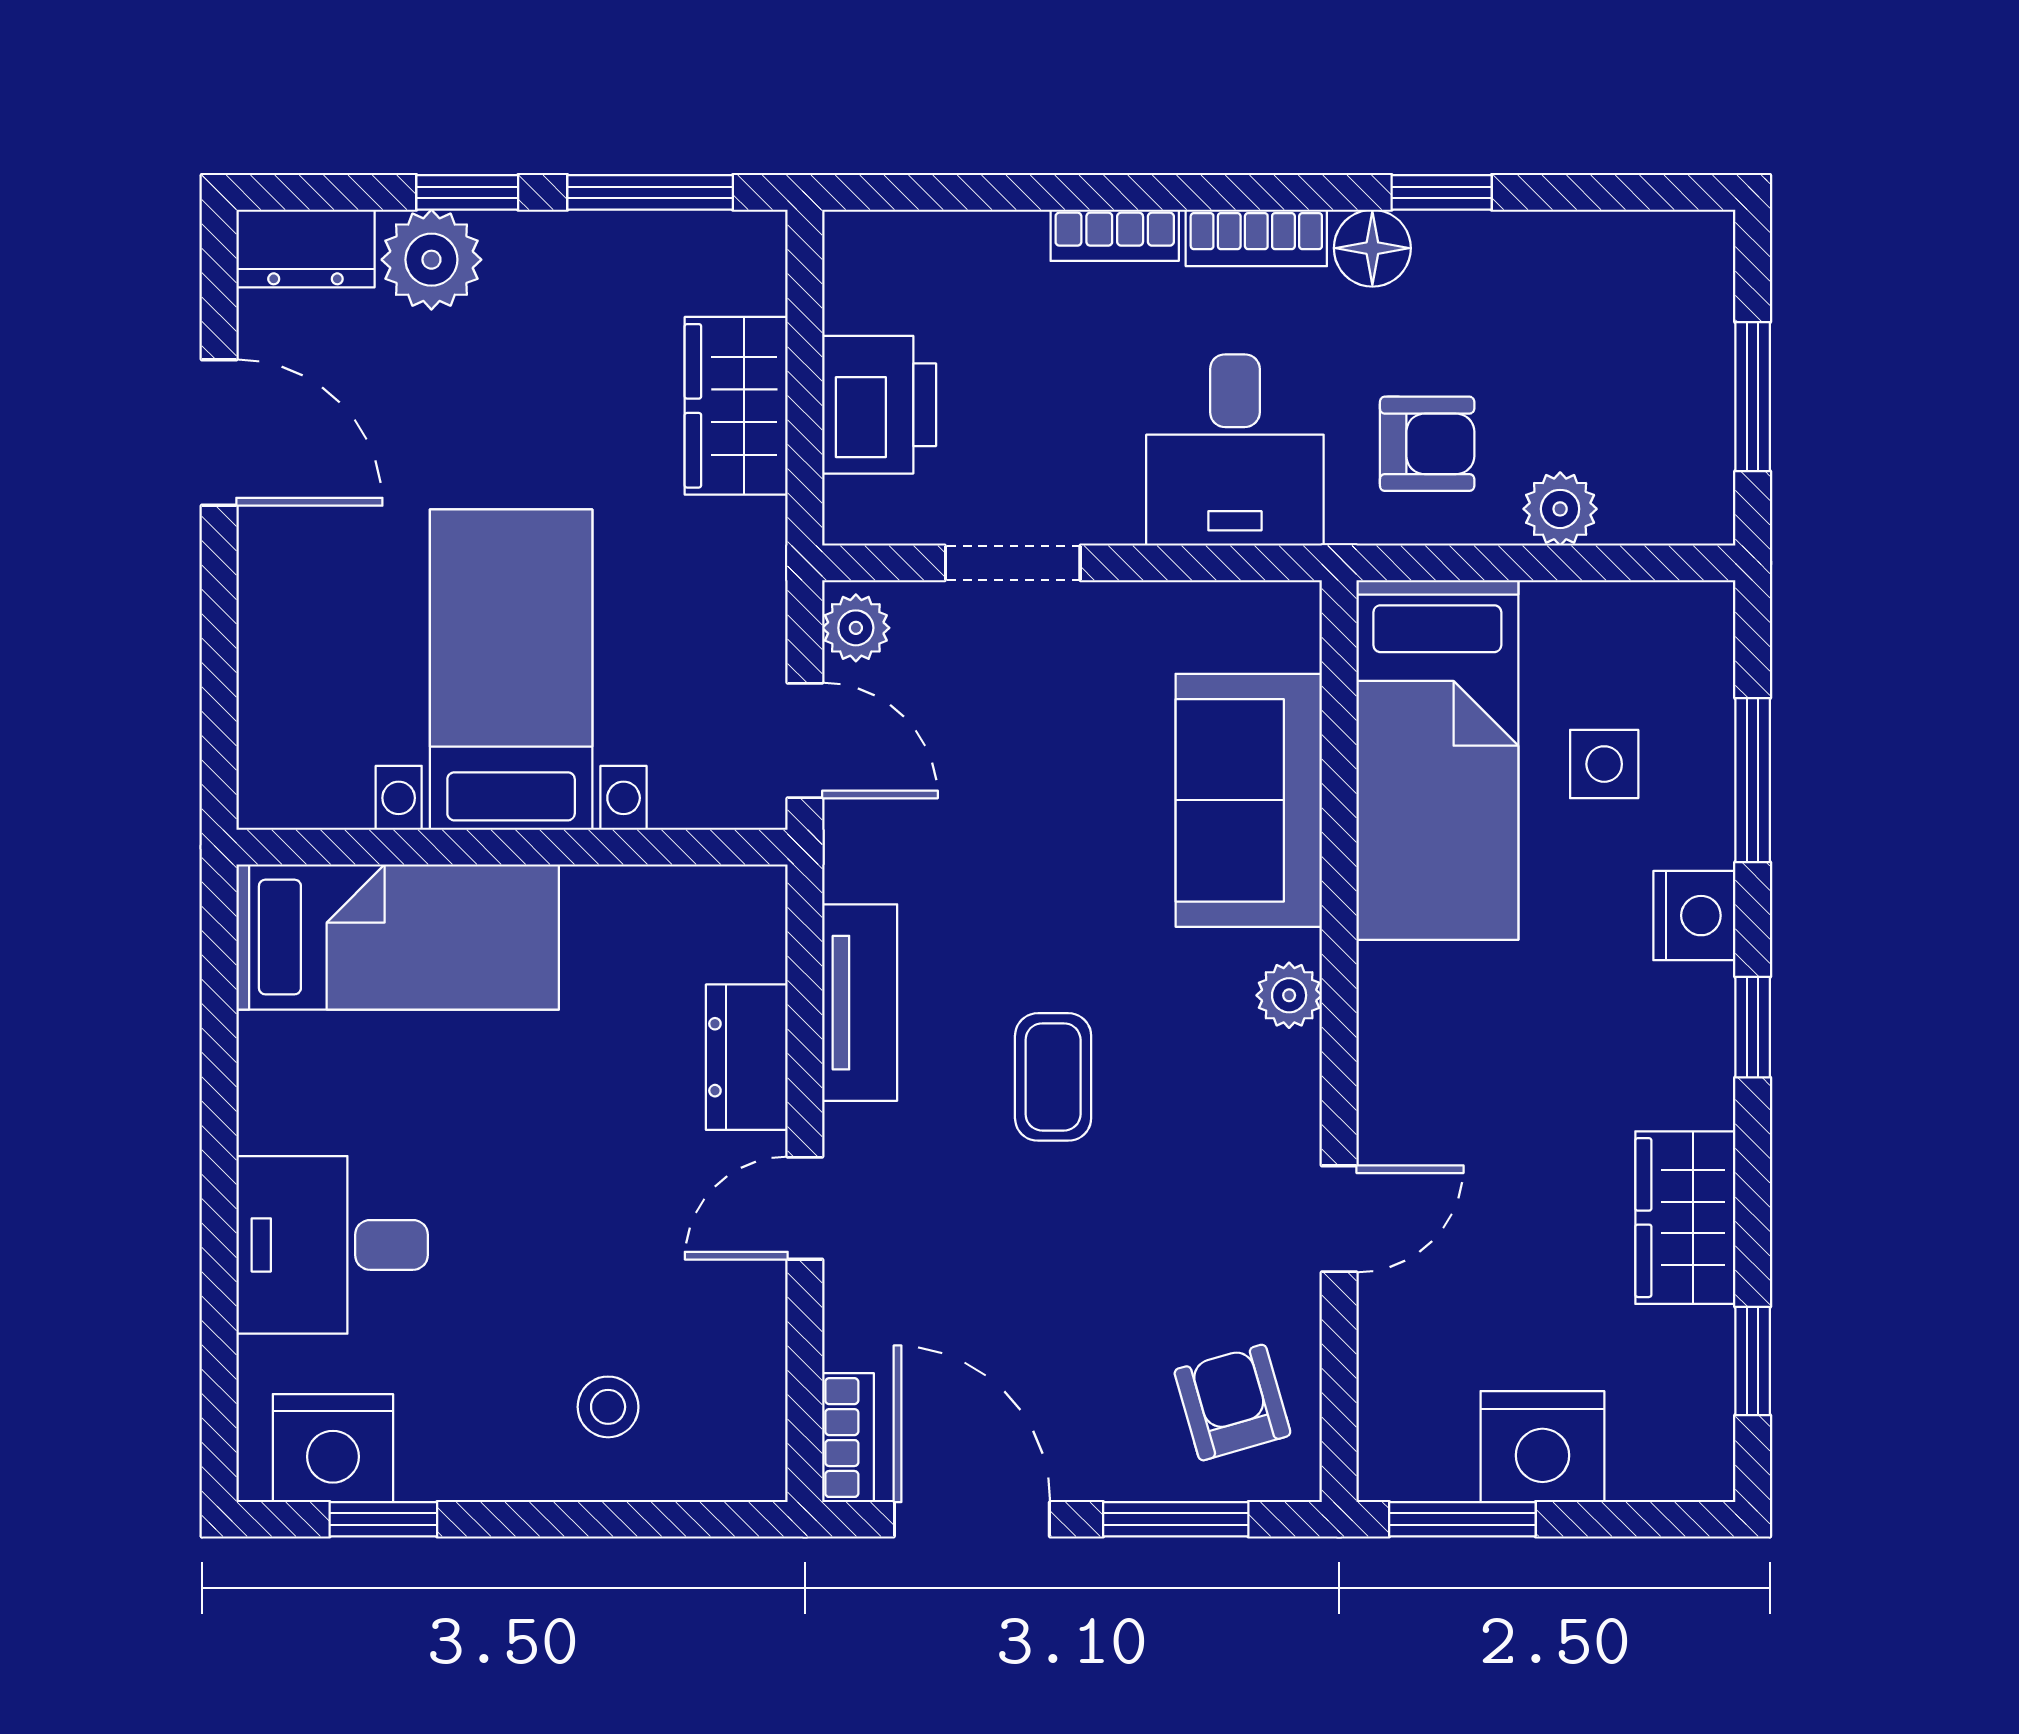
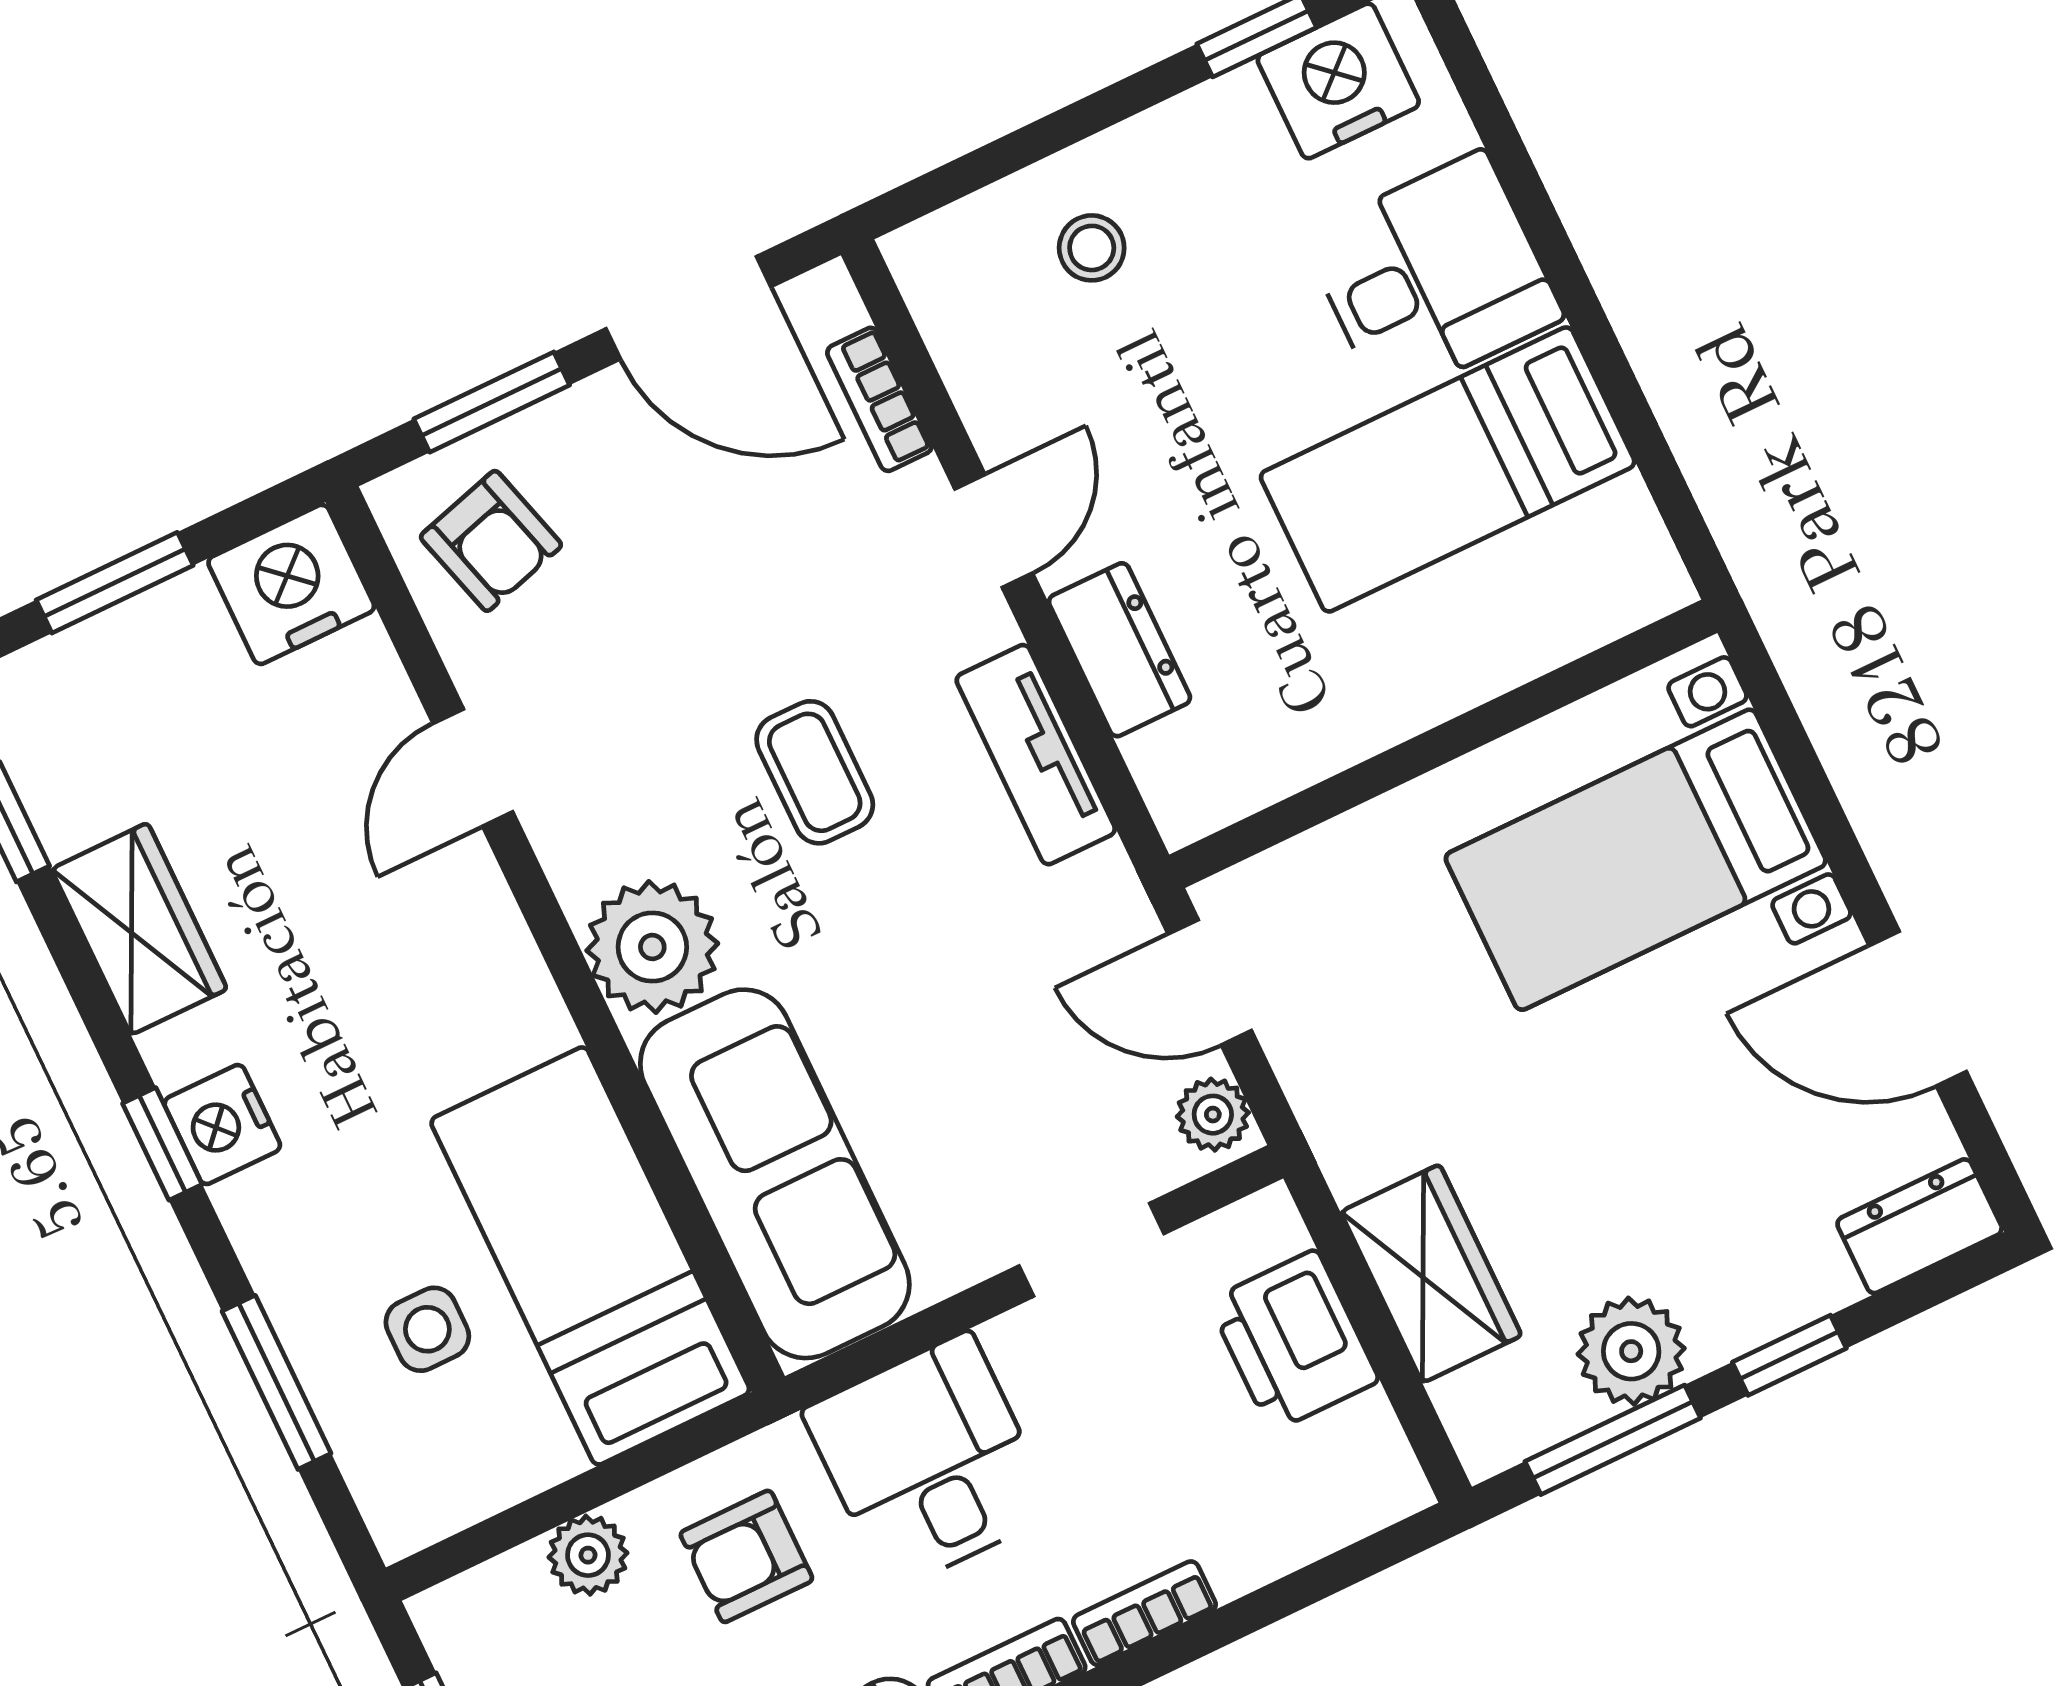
plant: (431, 260) -> (1631, 1351), moved
bed with nightstands: (511, 670) -> (1636, 860), moved, turned 90
sofa: (1249, 800) -> (775, 1174), width x1.36
nightstand: (1694, 916) -> (222, 1125), moved
bed: (398, 937) -> (1448, 469), moved
plant: (1289, 995) -> (652, 947), width x1.87, depth x1.87
bookcase: (848, 1438) -> (879, 399), moved
nightstand: (1542, 1447) -> (291, 584), moved
window: (1462, 1519) -> (115, 583), moved

